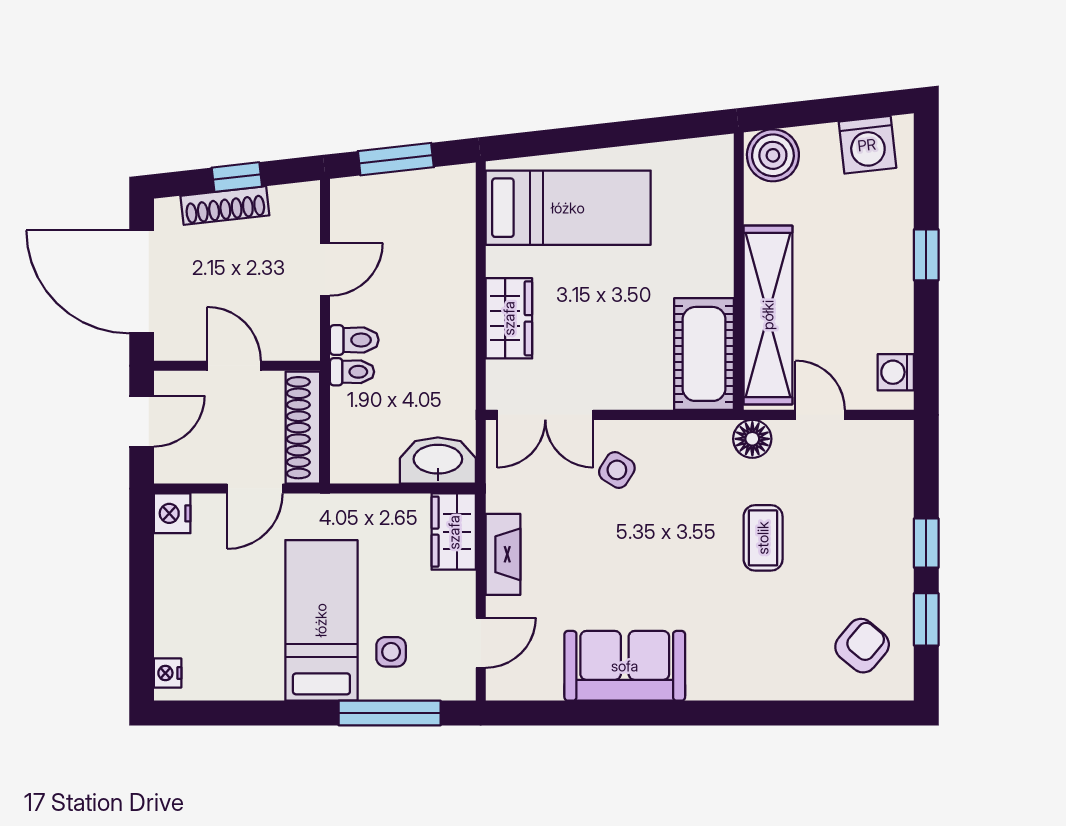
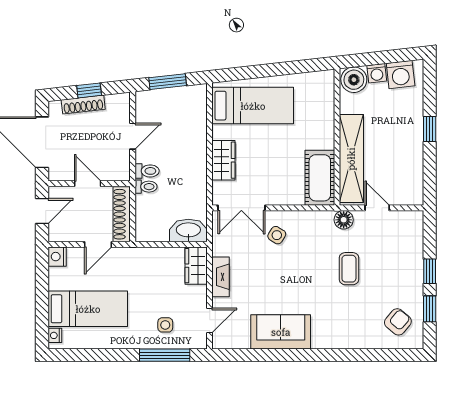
washing machine: (896, 372) -> (377, 73), moved, turned -96
bed: (321, 620) -> (88, 309), moved, turned 90

